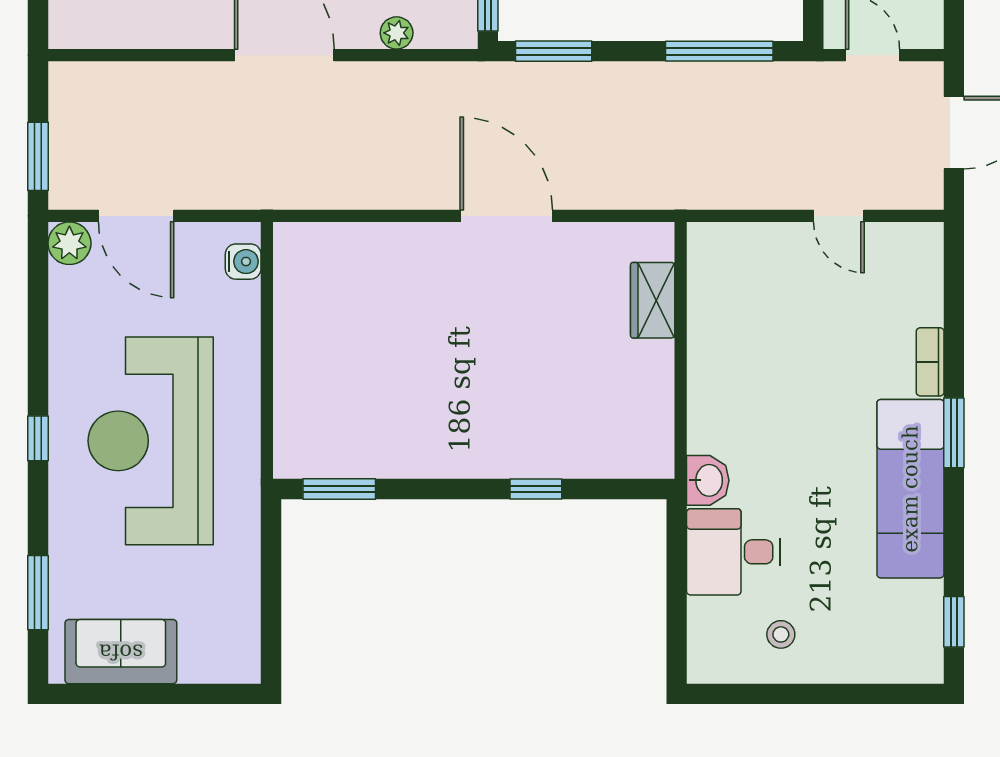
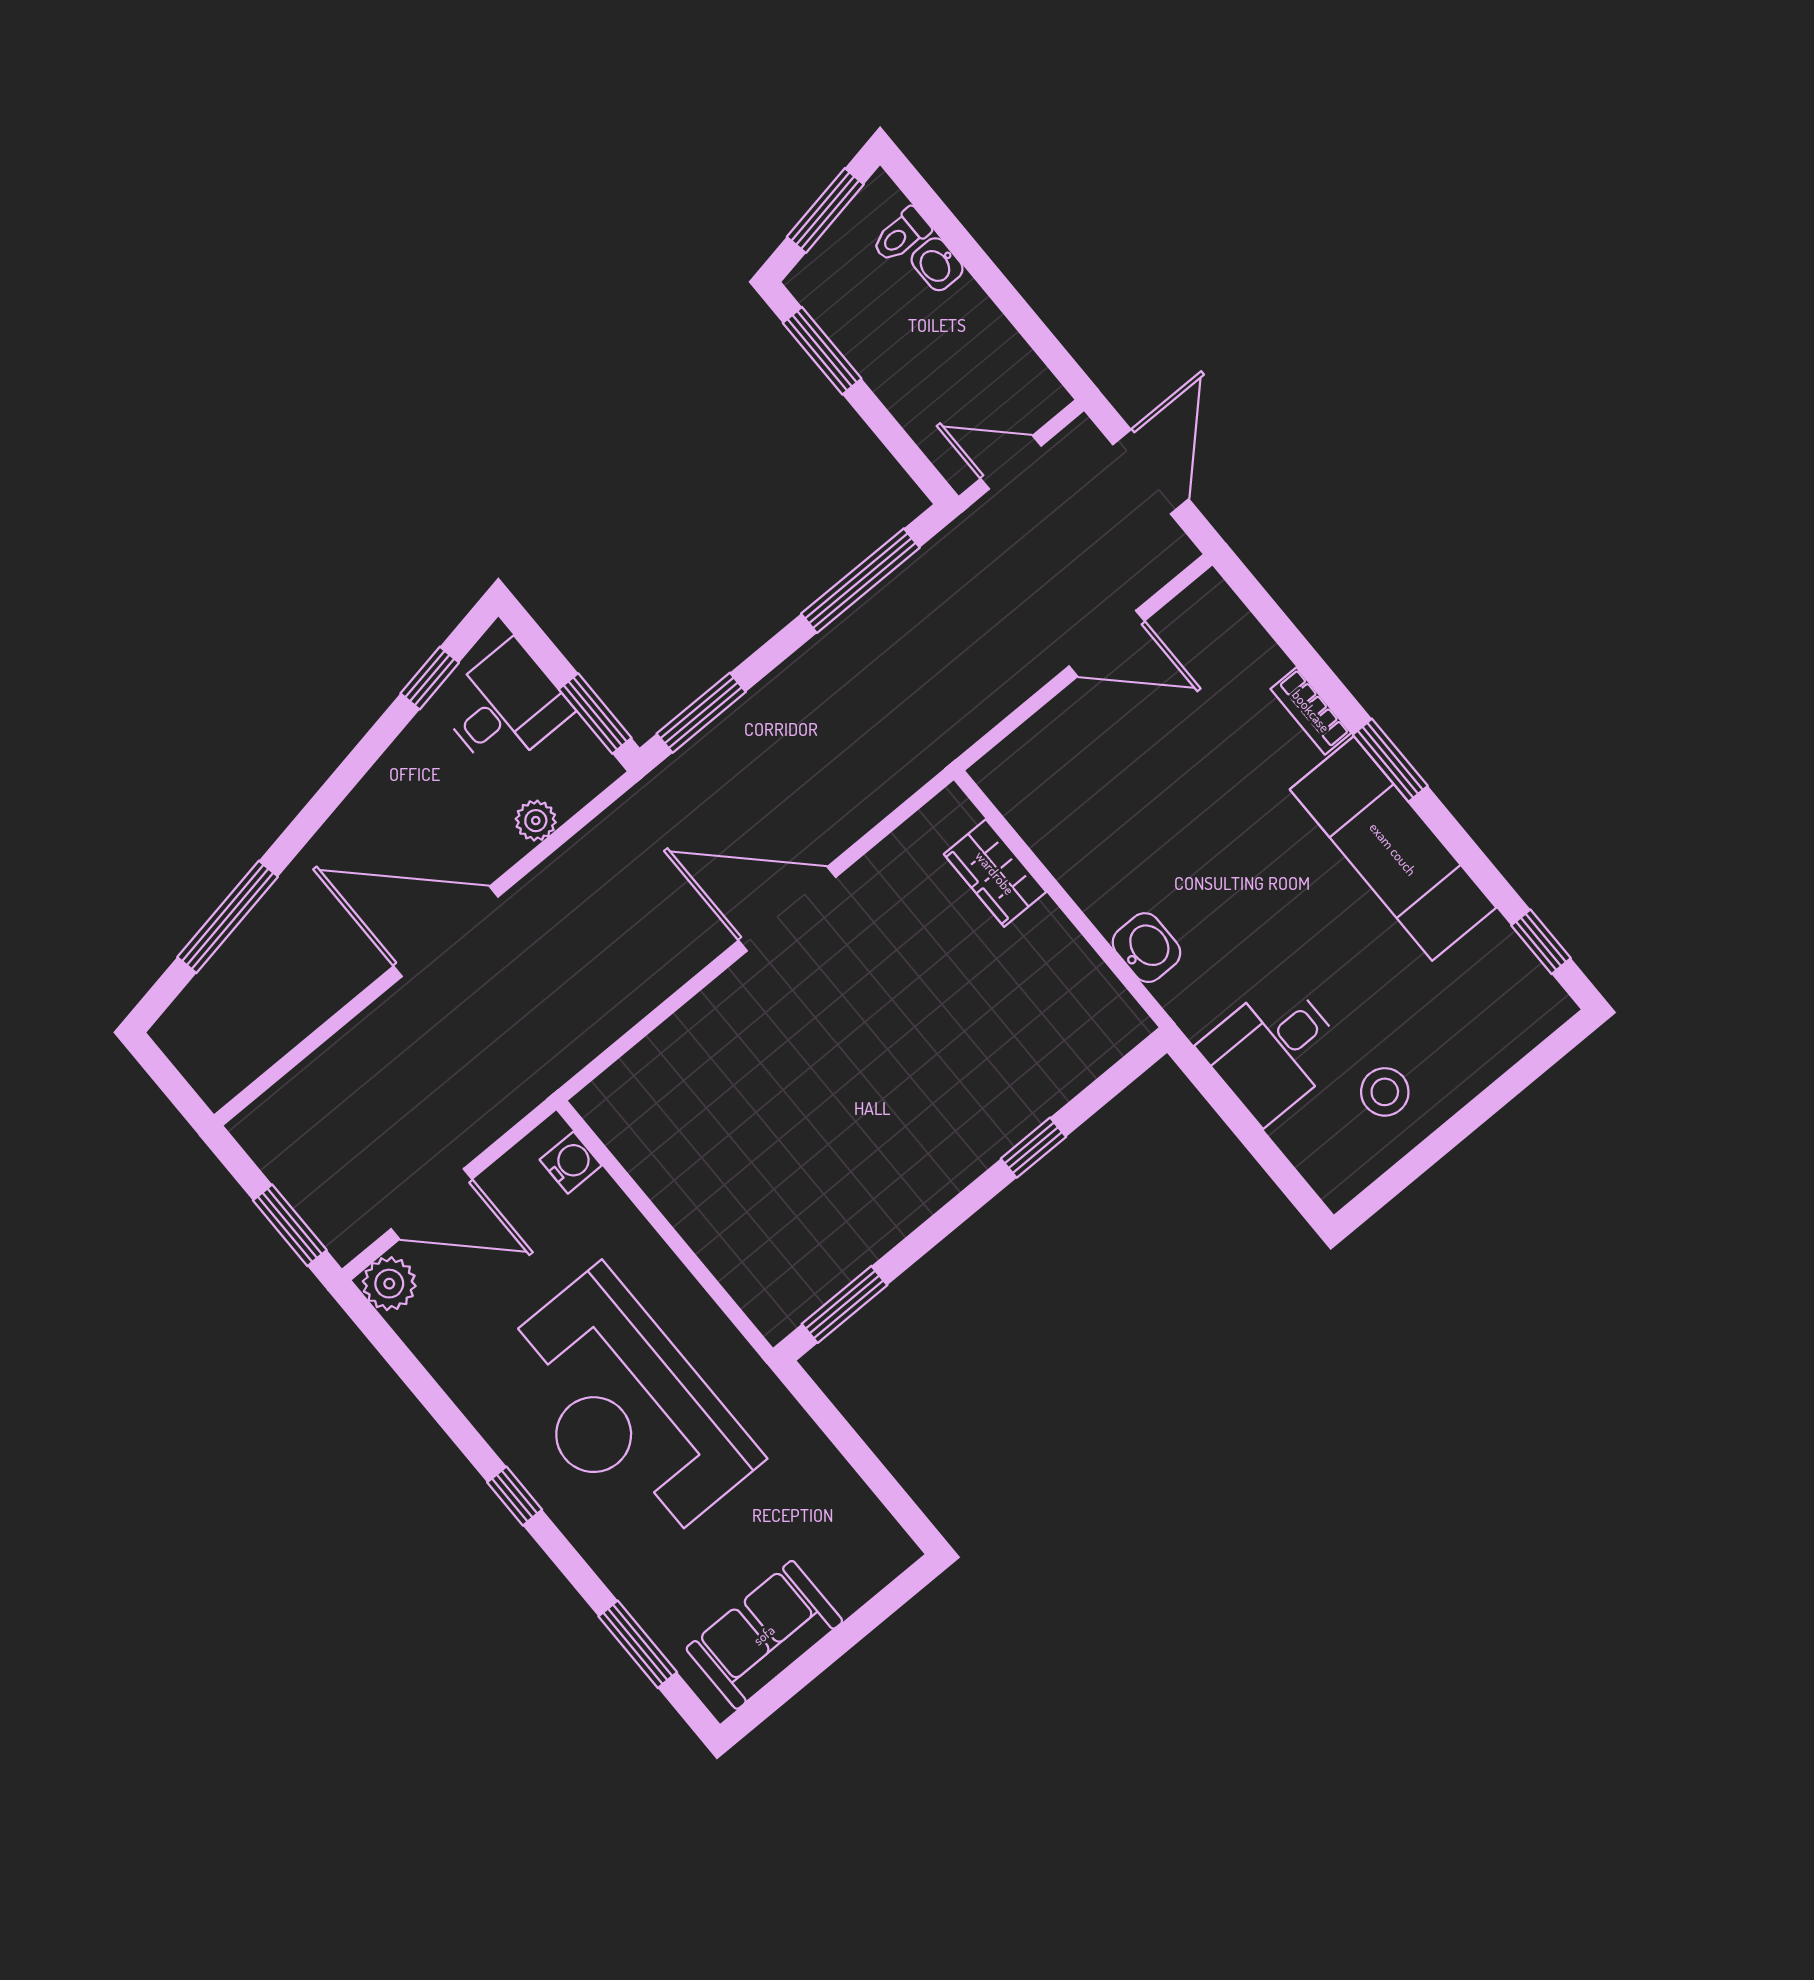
door: (839, 216) -> (1107, 643), width x1.38
washbasin: (708, 480) -> (1146, 948), moved
stool: (781, 634) -> (1385, 1092), width x1.37, depth x1.37

